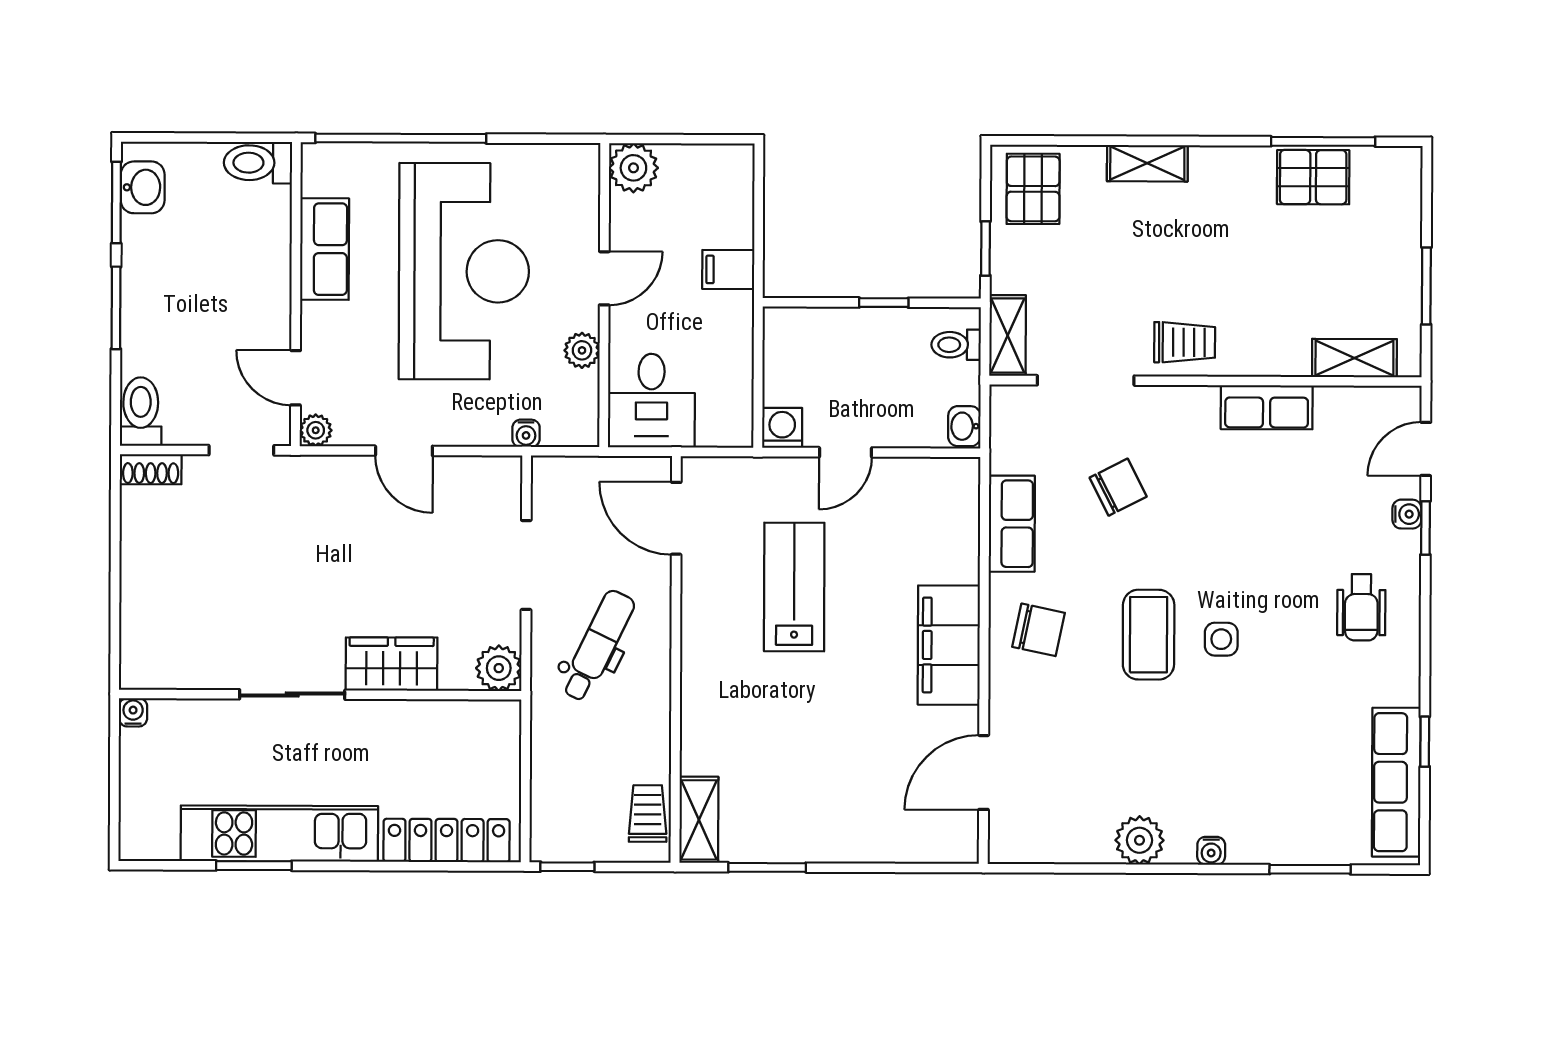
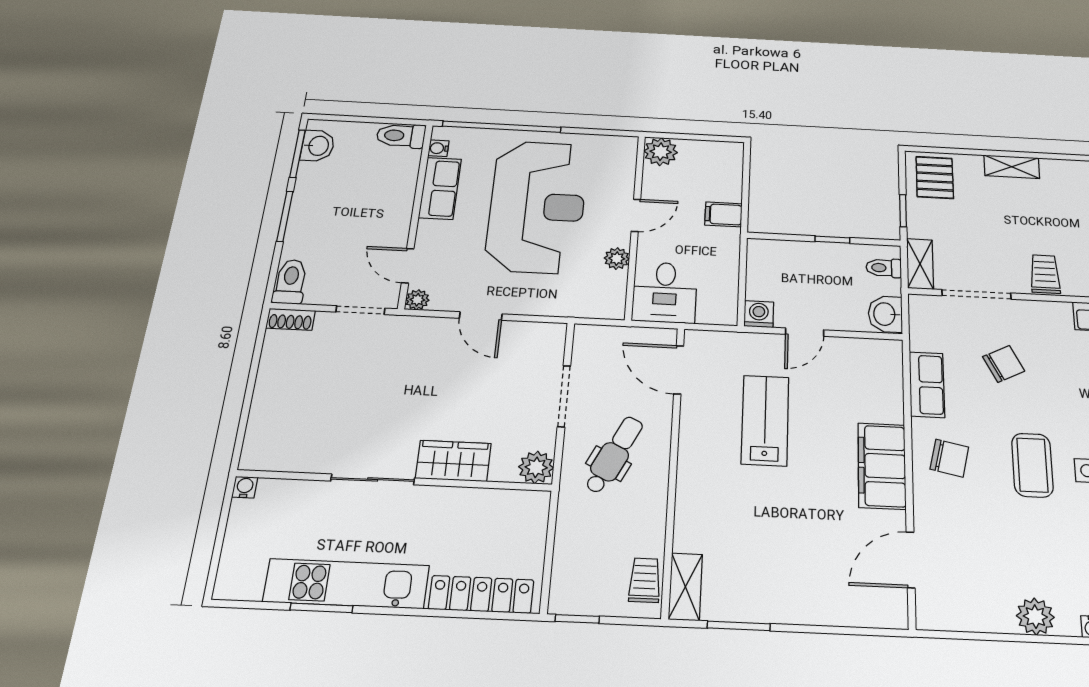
trolley: (1185, 342) -> (1045, 274), turned -90
washbasin: (964, 426) -> (885, 314), width x1.38, depth x1.45
water cooler: (526, 433) -> (438, 148), moved, turned 90

